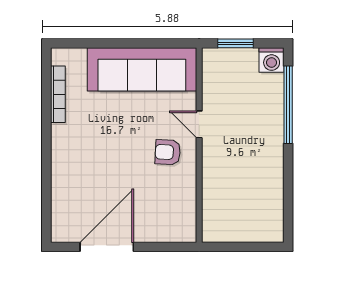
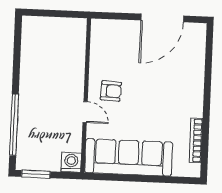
window: (235, 43) -> (36, 174), moved
washing machine: (272, 60) -> (71, 162), moved

